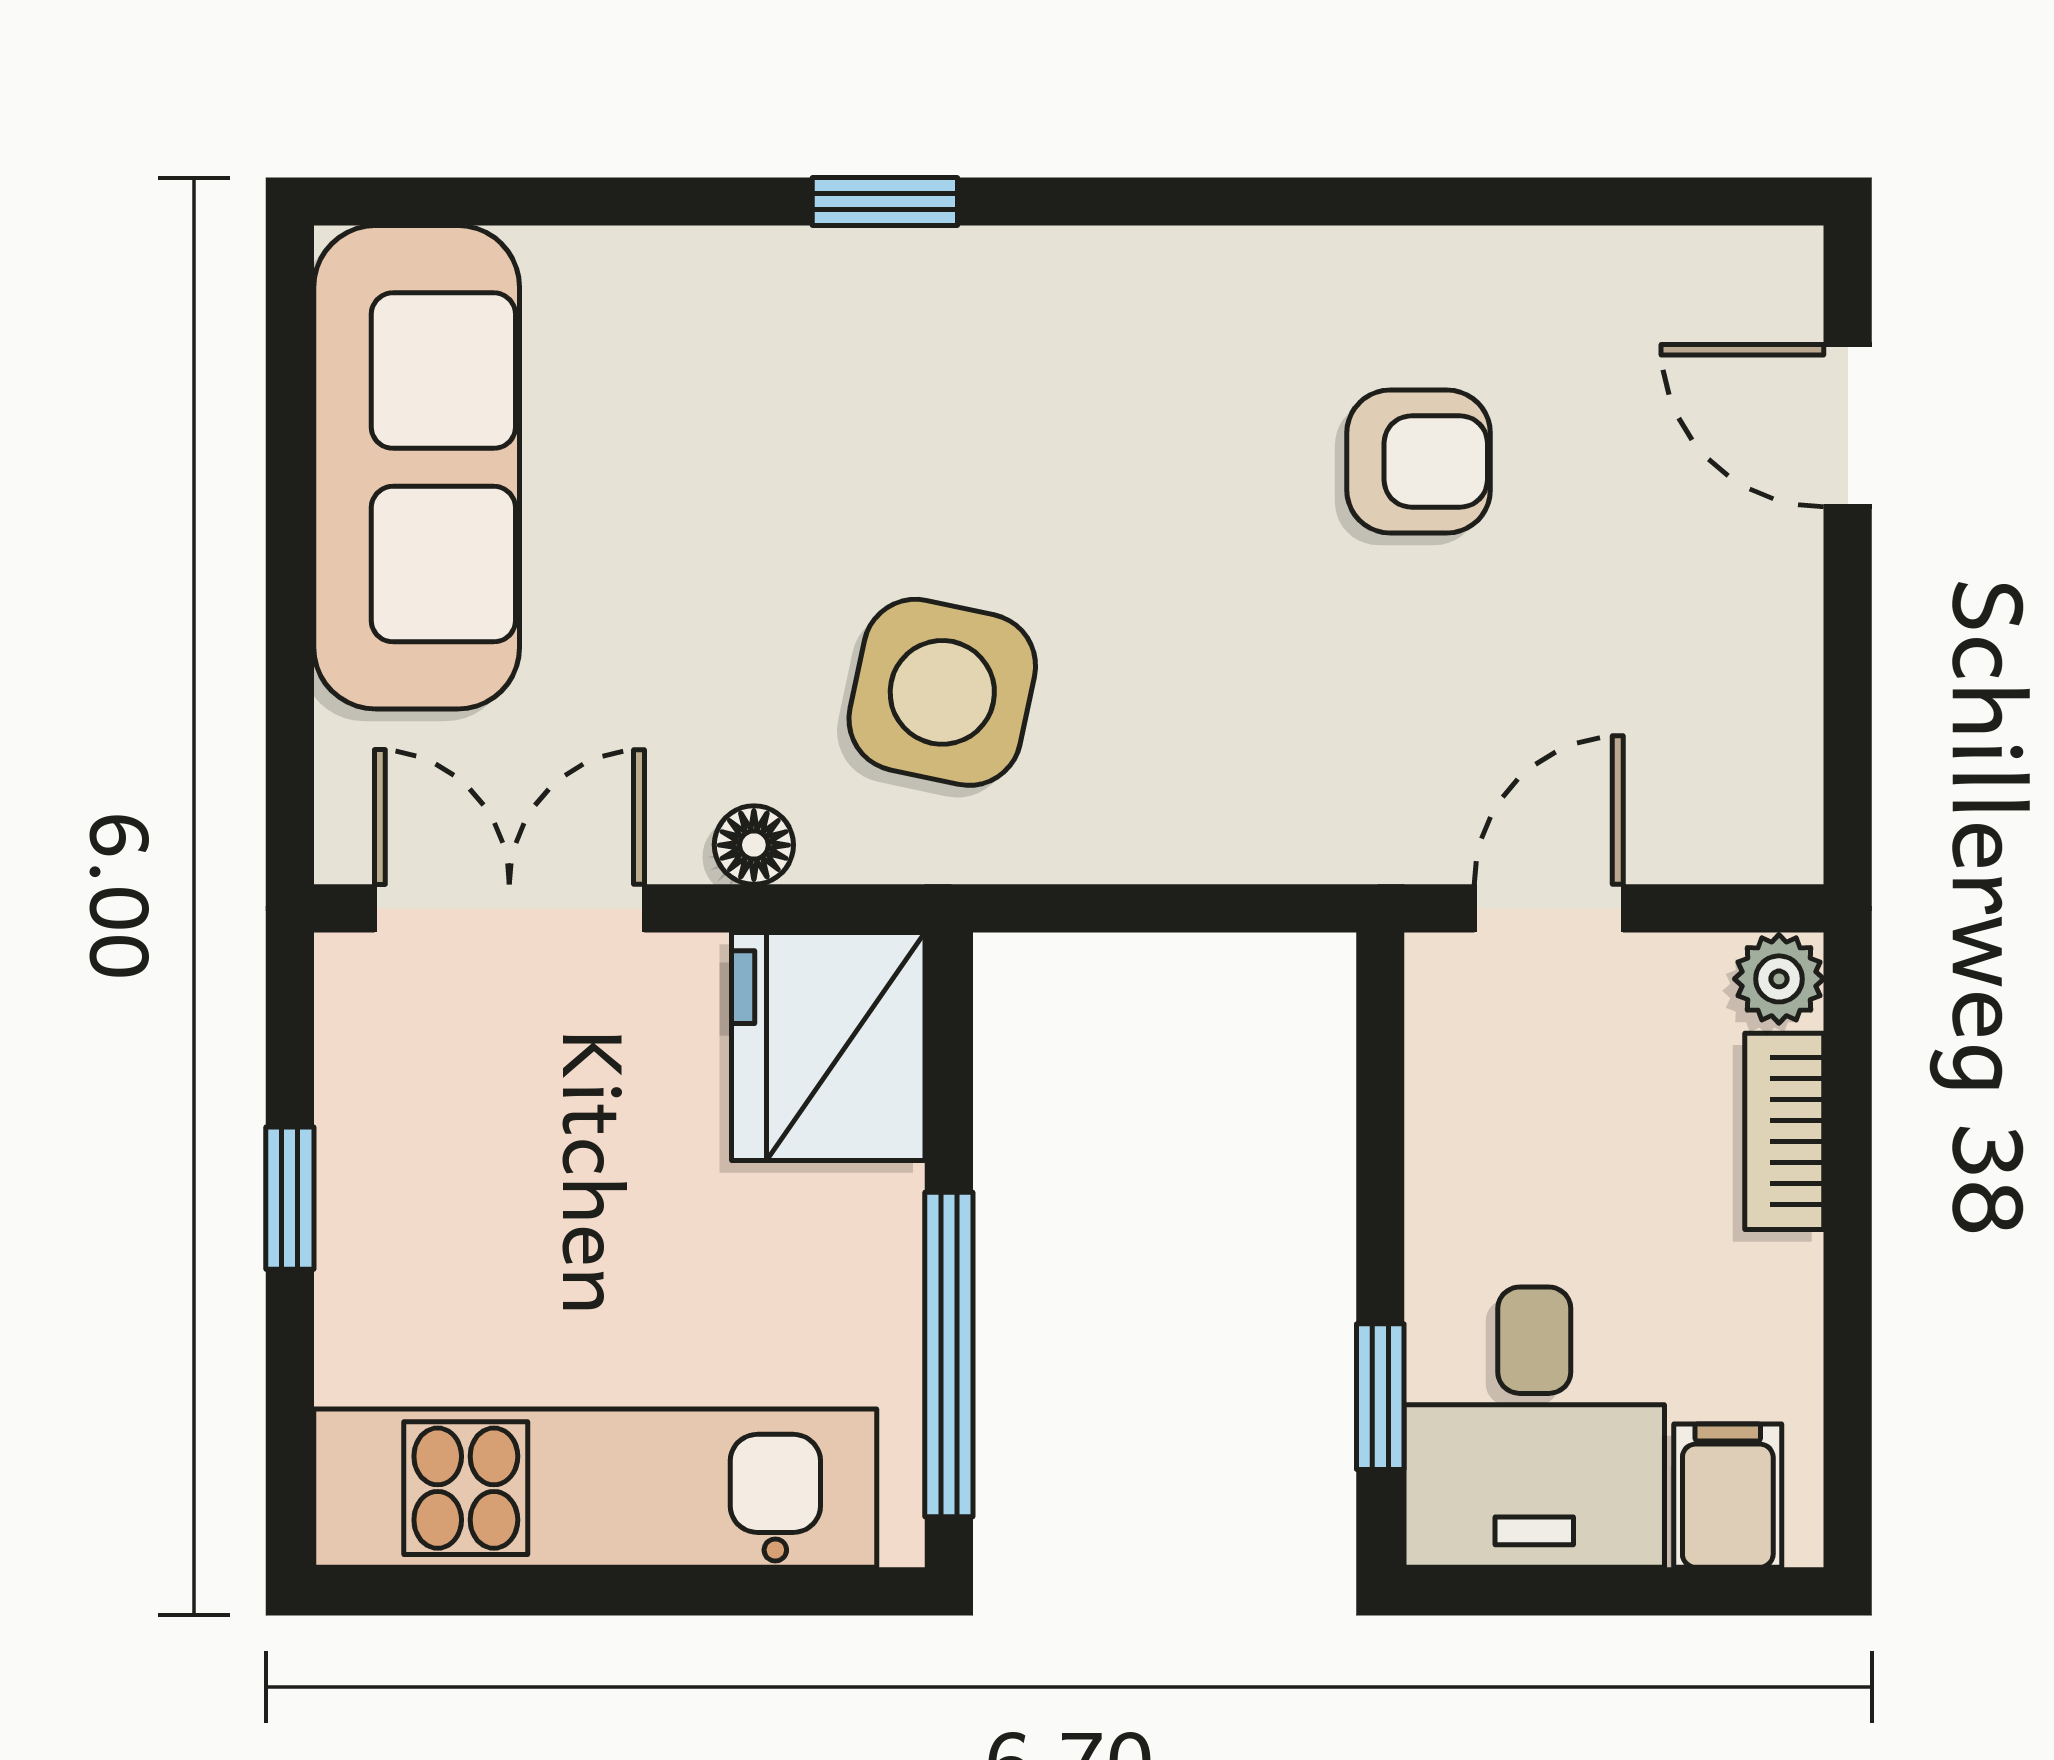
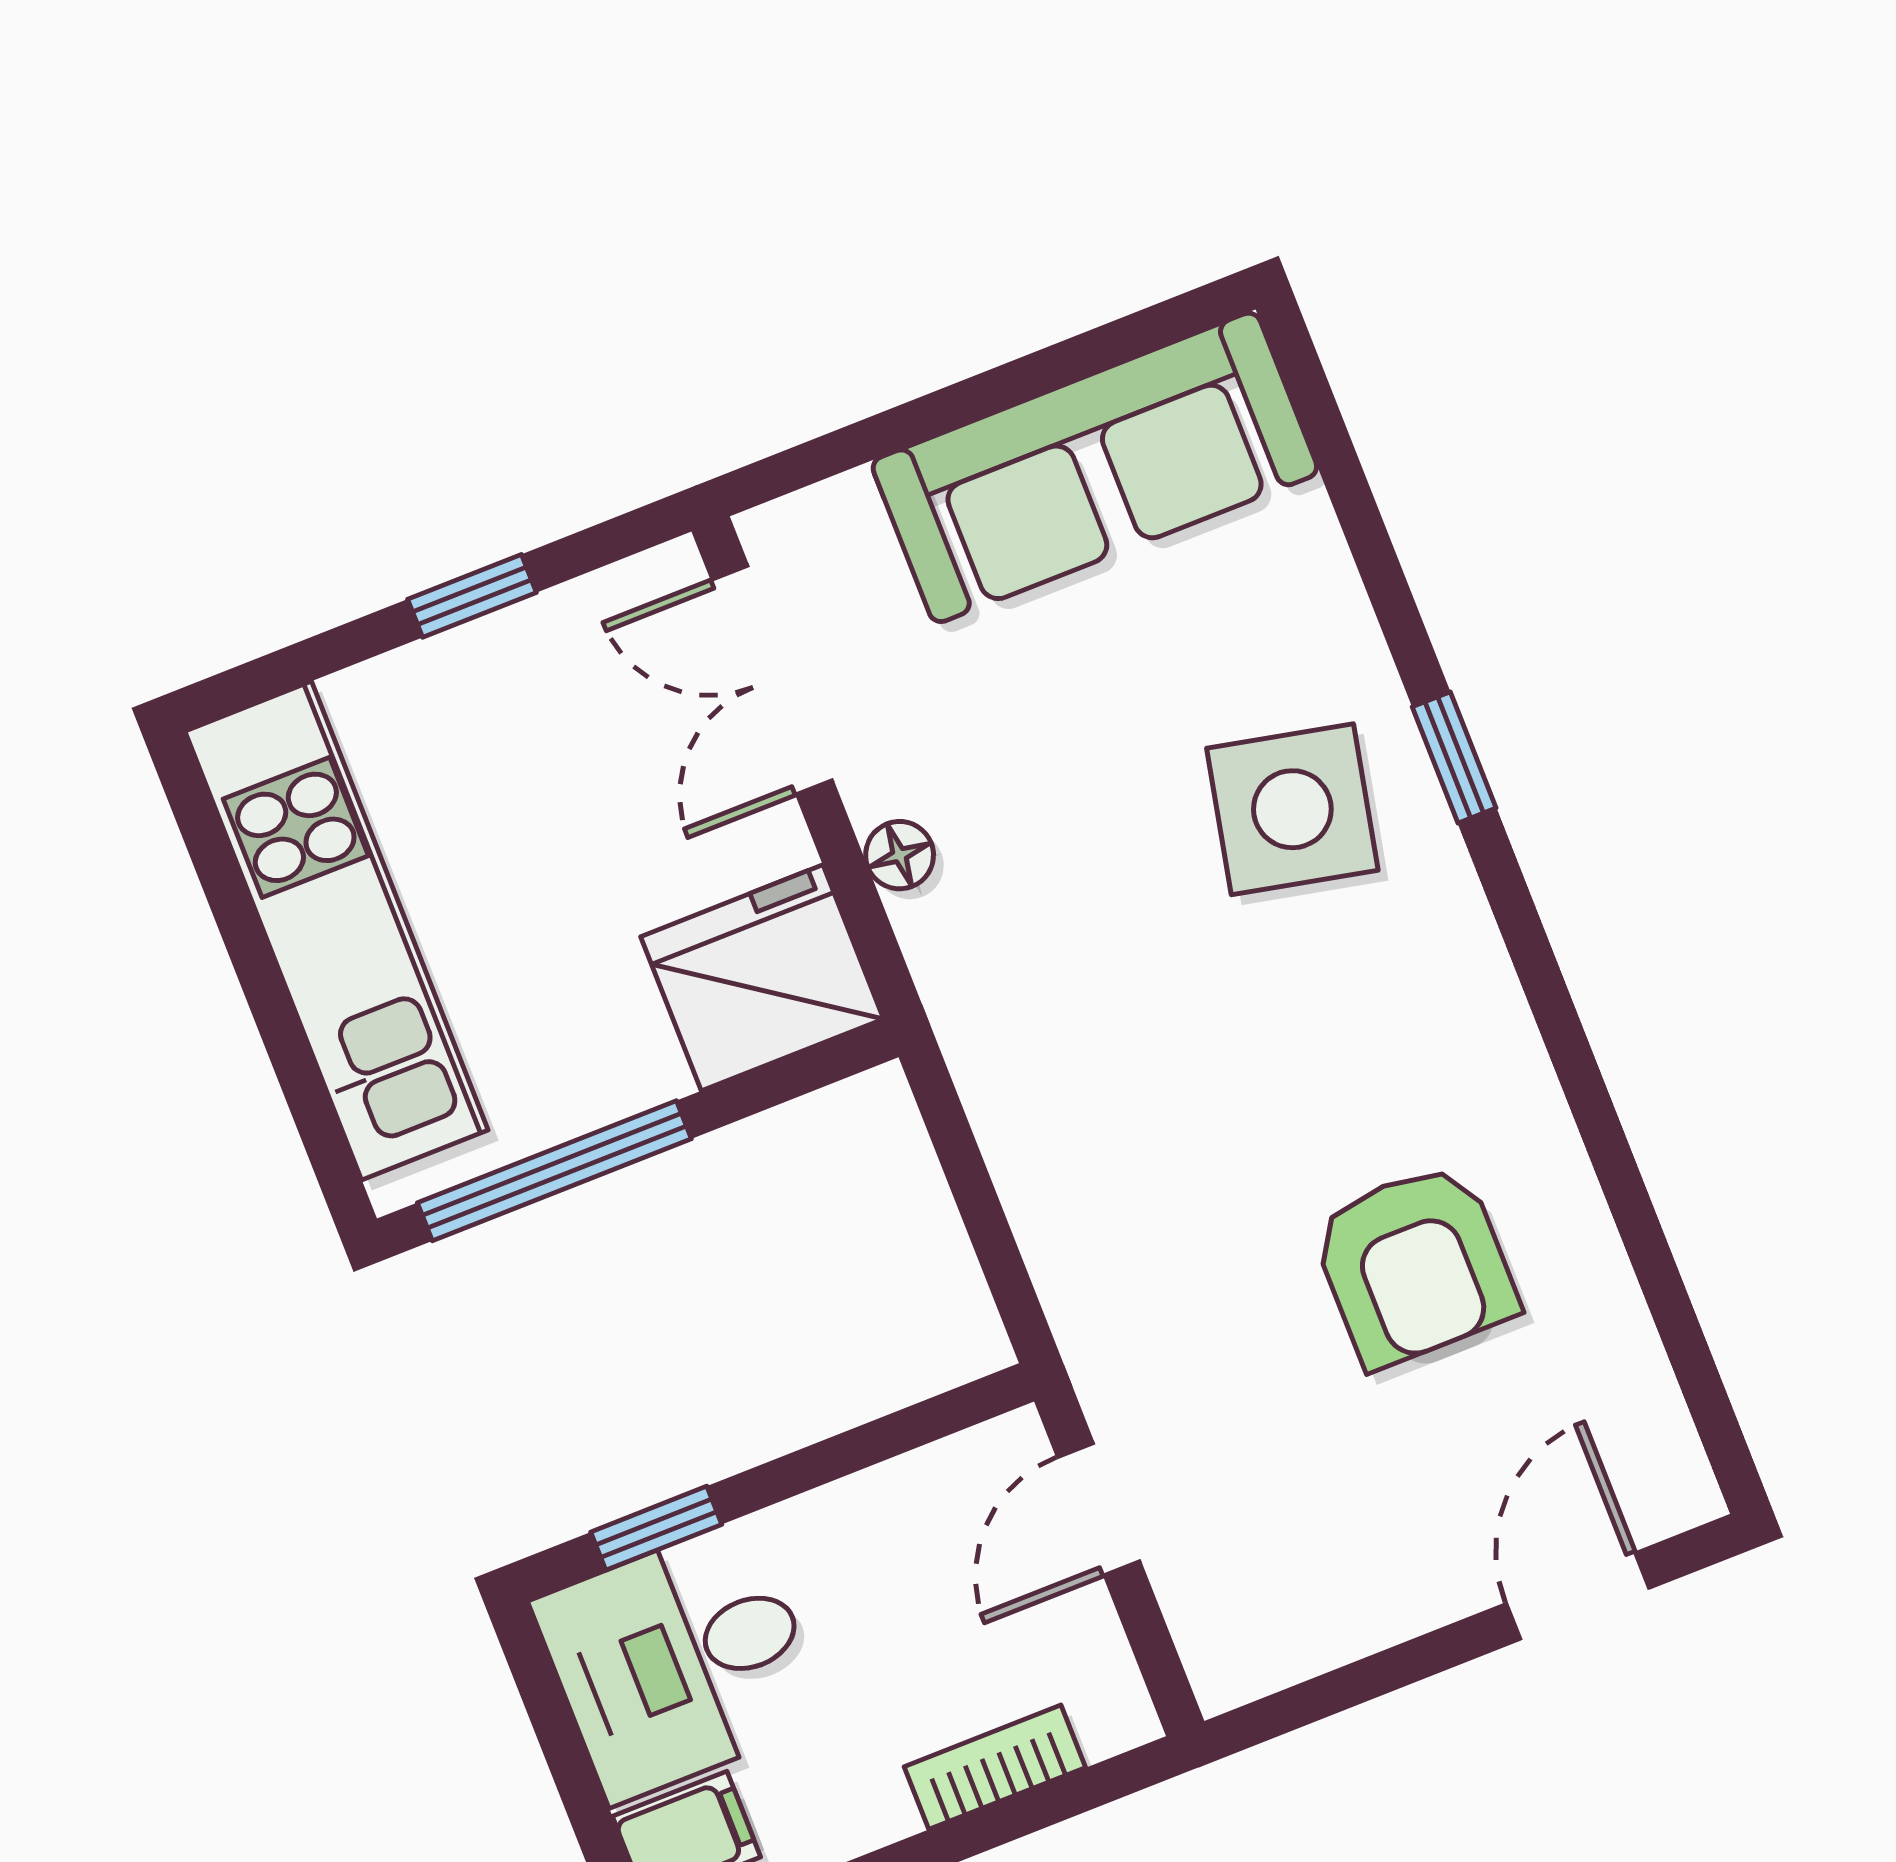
armchair: (1419, 462) -> (1414, 1265), width x1.38, depth x1.38
side table: (942, 692) -> (1292, 809), moved
double door: (509, 908) -> (772, 680), swing flipped
door: (1549, 908) -> (1099, 1509), swing flipped
plant: (1779, 979) -> (1115, 1715), removed

